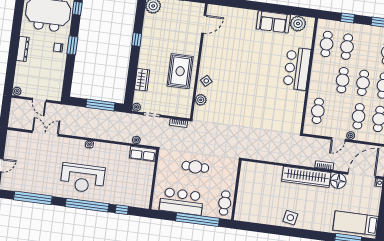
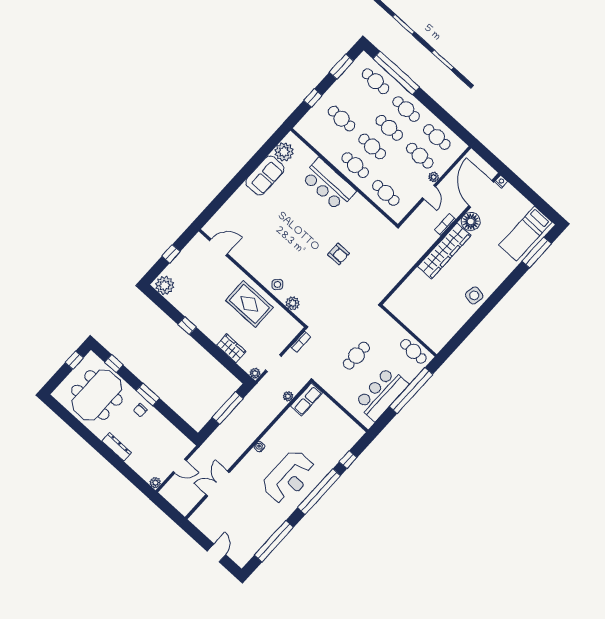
door: (204, 24) -> (218, 247), hinge flipped
cafe table: (327, 44) -> (355, 165), moved
armchair: (255, 108) -> (339, 254), added

